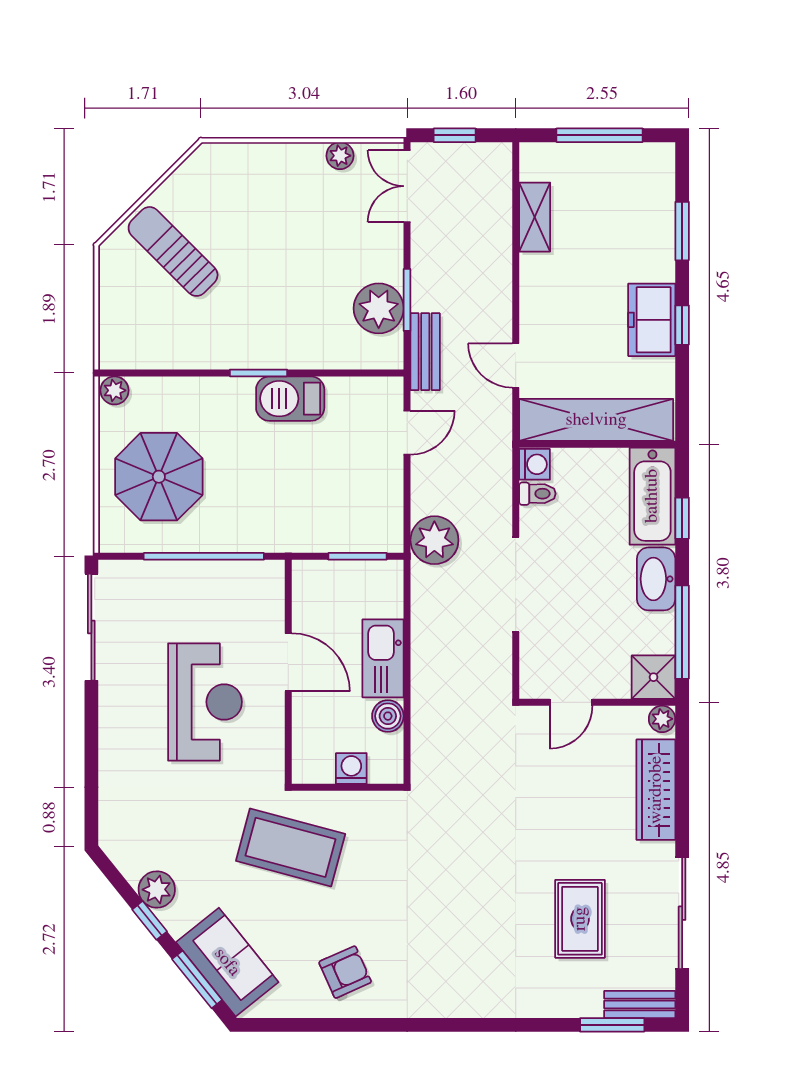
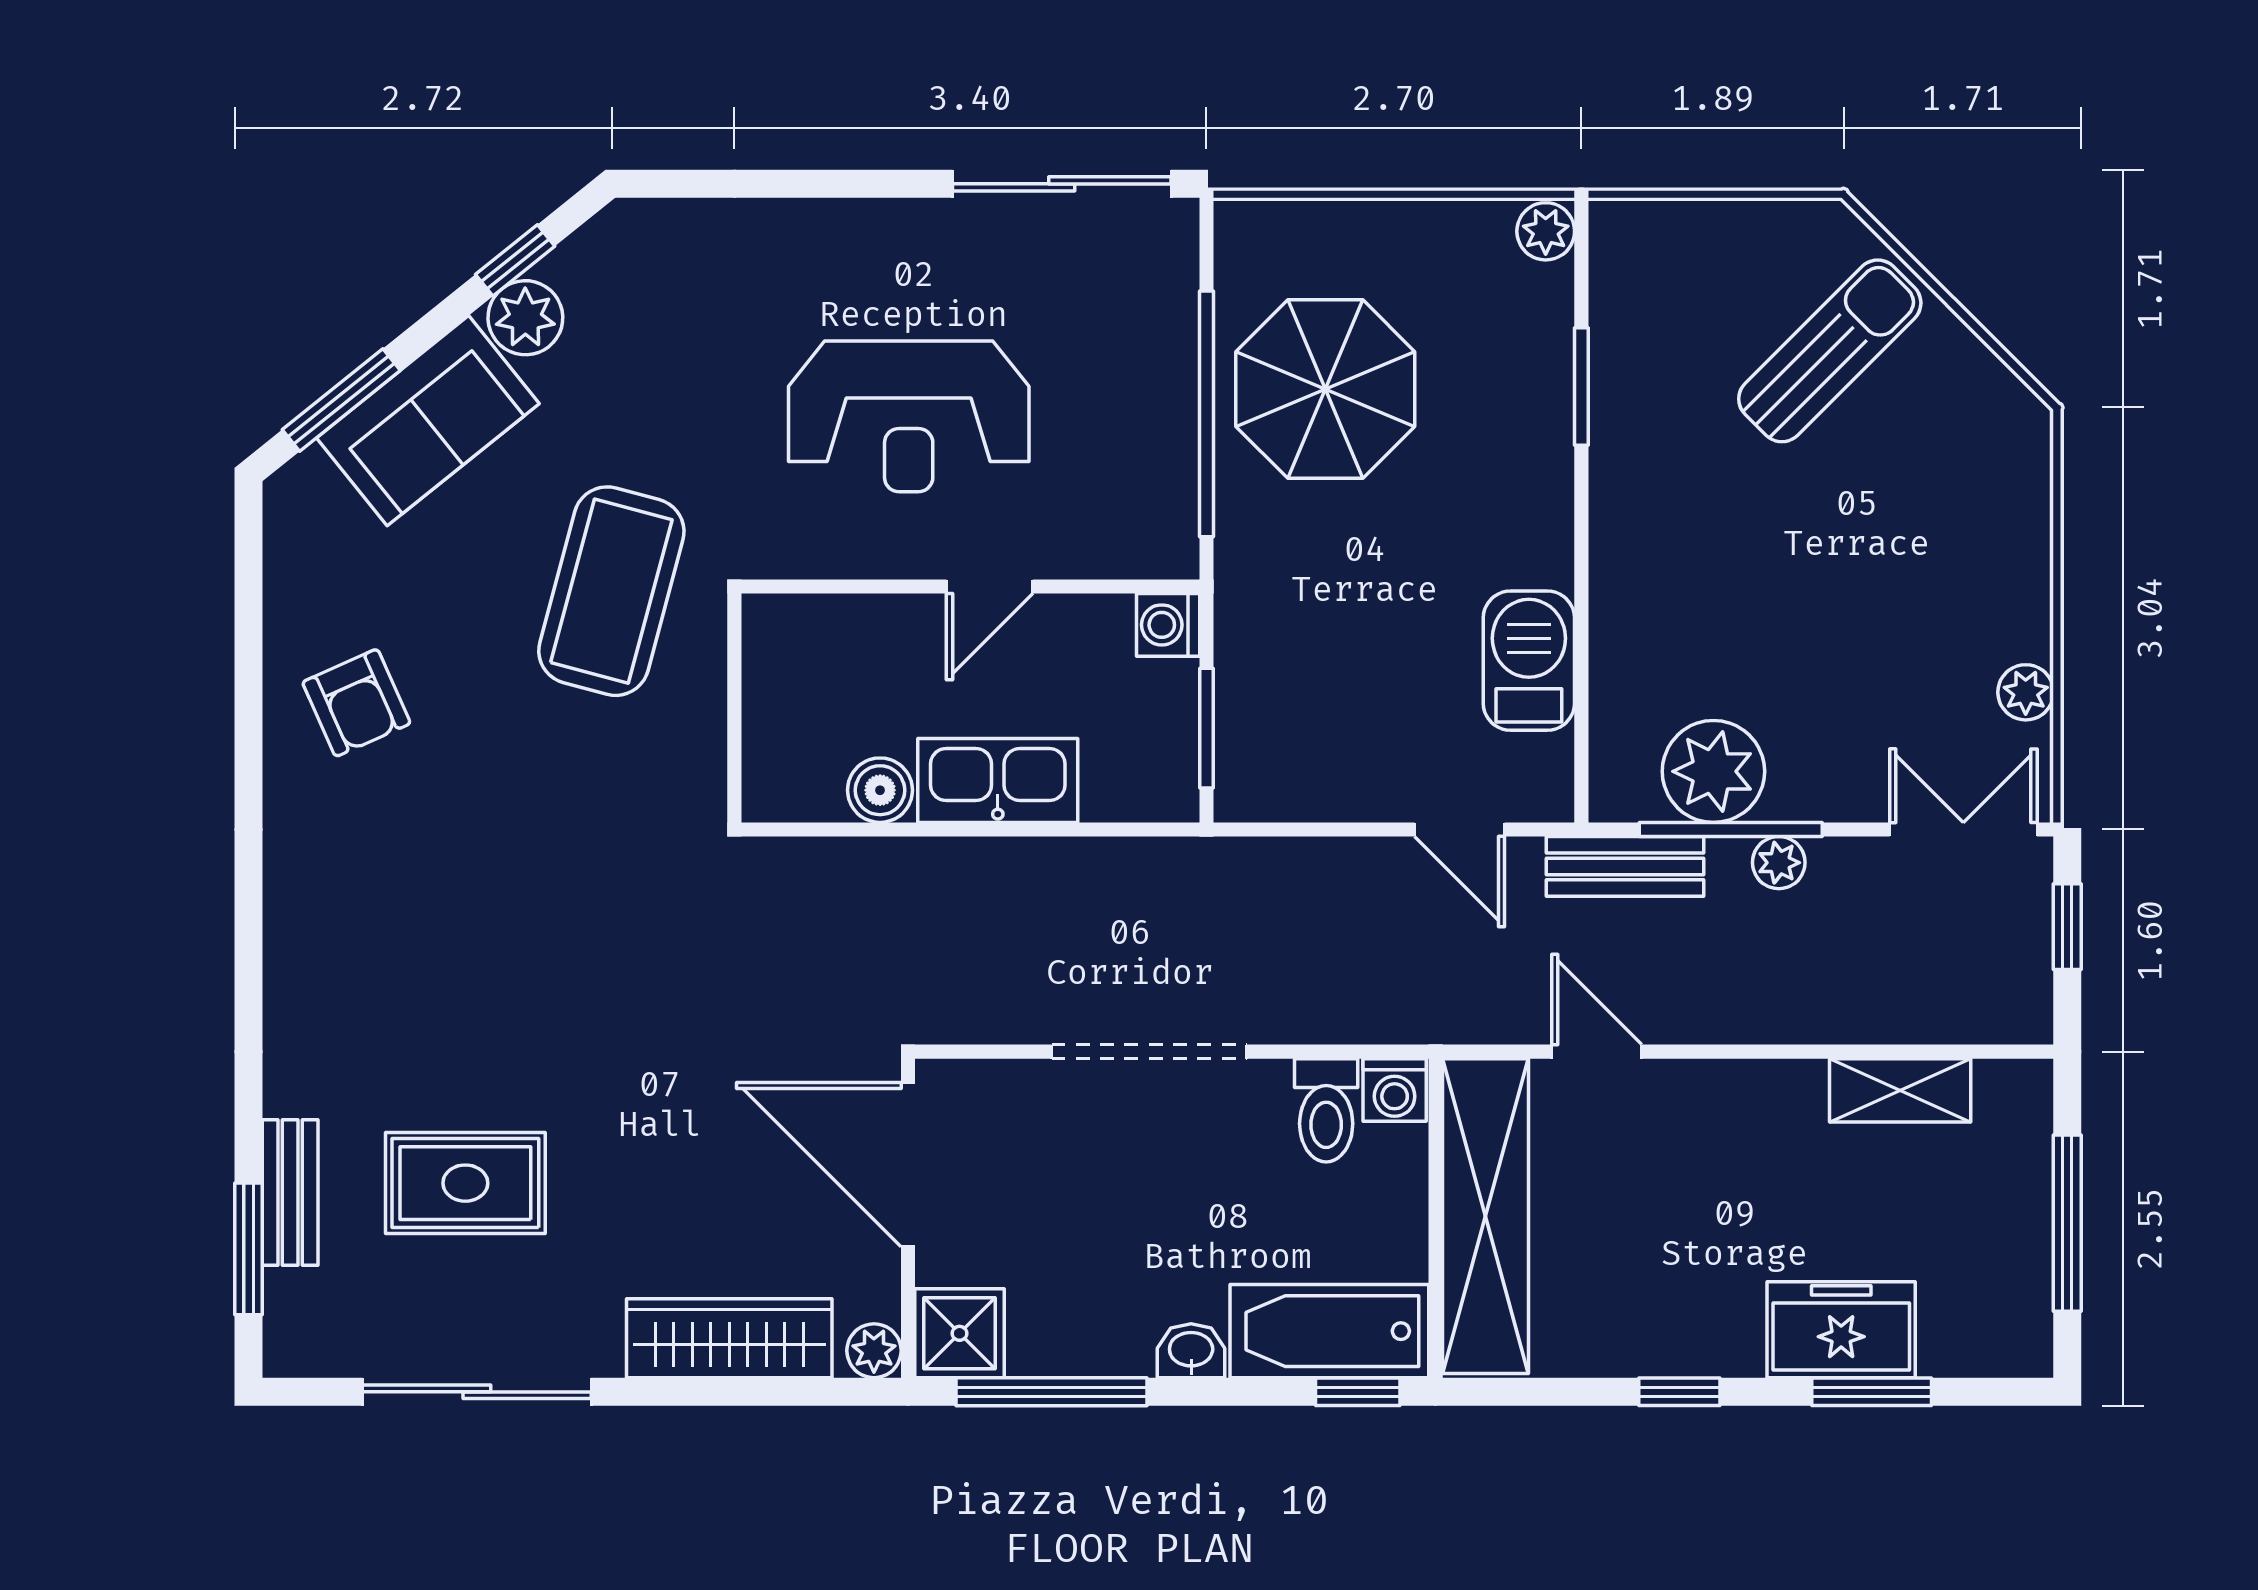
window: (407, 300) -> (1731, 829), width x1.44
freezer: (652, 320) -> (1841, 1330), moved
door: (516, 365) -> (1597, 1052), hinge flipped
window: (259, 373) -> (1581, 387), moved
barbecue: (290, 399) -> (1529, 661), moved
parasol: (159, 477) -> (1325, 389), moved
toilet: (537, 494) -> (1326, 1110), width x1.37, depth x1.39
window: (682, 518) -> (1358, 1392), moved
plant: (434, 540) -> (1779, 863), moved, width x0.53, depth x0.53
washbasin: (656, 579) -> (1191, 1351), width x0.52, depth x0.69
door: (288, 662) -> (990, 586), width x0.73
door: (571, 702) -> (908, 1165), width x1.88
washing machine: (351, 768) -> (1168, 625), moved, turned 180
window: (150, 920) -> (515, 260), moved
sofa: (227, 962) -> (428, 421), moved
bench: (640, 1005) -> (290, 1192), moved

